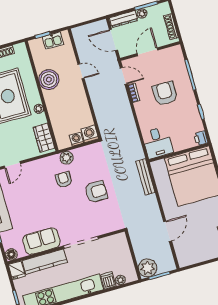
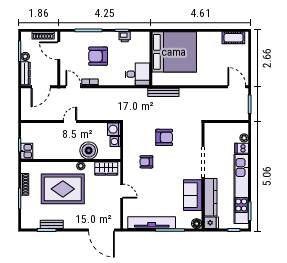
kitchen sink: (53, 41) -> (27, 151), moved
door: (147, 52) -> (59, 51), moved
door: (81, 71) -> (70, 121), moved
door: (124, 76) -> (73, 87), hinge flipped
boiler: (49, 80) -> (89, 151), moved
printer: (201, 138) -> (125, 37), moved
plant: (67, 158) -> (129, 154), removed
door: (12, 165) -> (122, 191), moved
armchair: (96, 192) -> (164, 137), turned 90
door: (168, 231) -> (237, 87), moved
plant: (148, 268) -> (240, 112), removed

